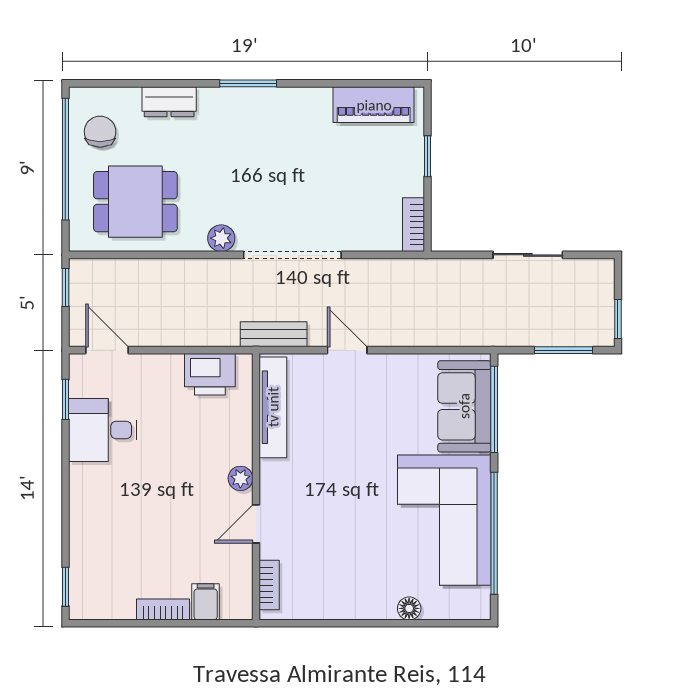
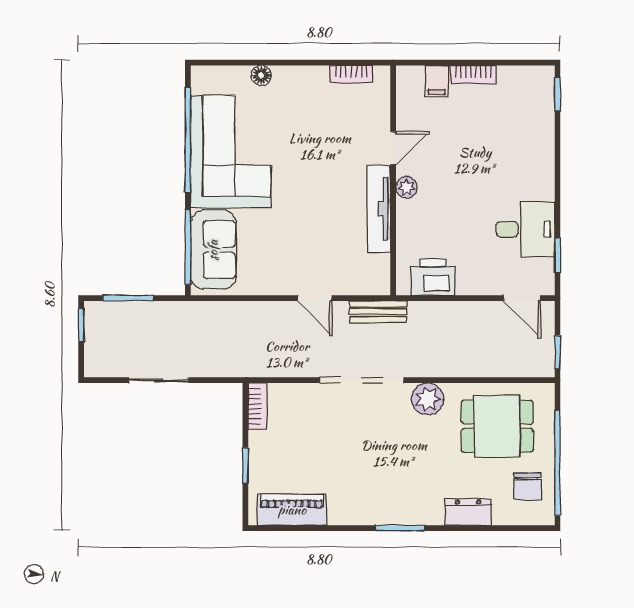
plant: (221, 238) -> (428, 399), width x1.38, depth x1.38
tv unit: (273, 407) -> (379, 209), moved
bookcase: (269, 585) -> (351, 74), moved, turned -90

